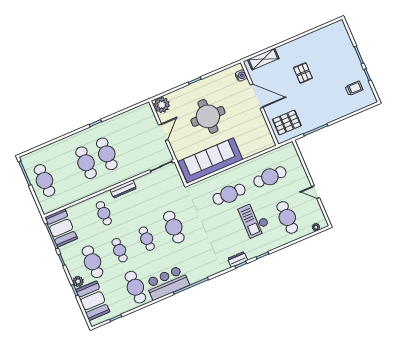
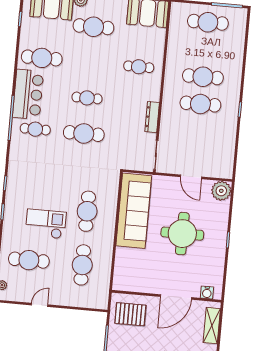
pallet: (287, 123) -> (130, 314), turned 90
dresser: (123, 189) -> (152, 117), moved
cafe table: (120, 250) -> (35, 129), moved
dresser: (238, 259) -> (13, 183), removed

